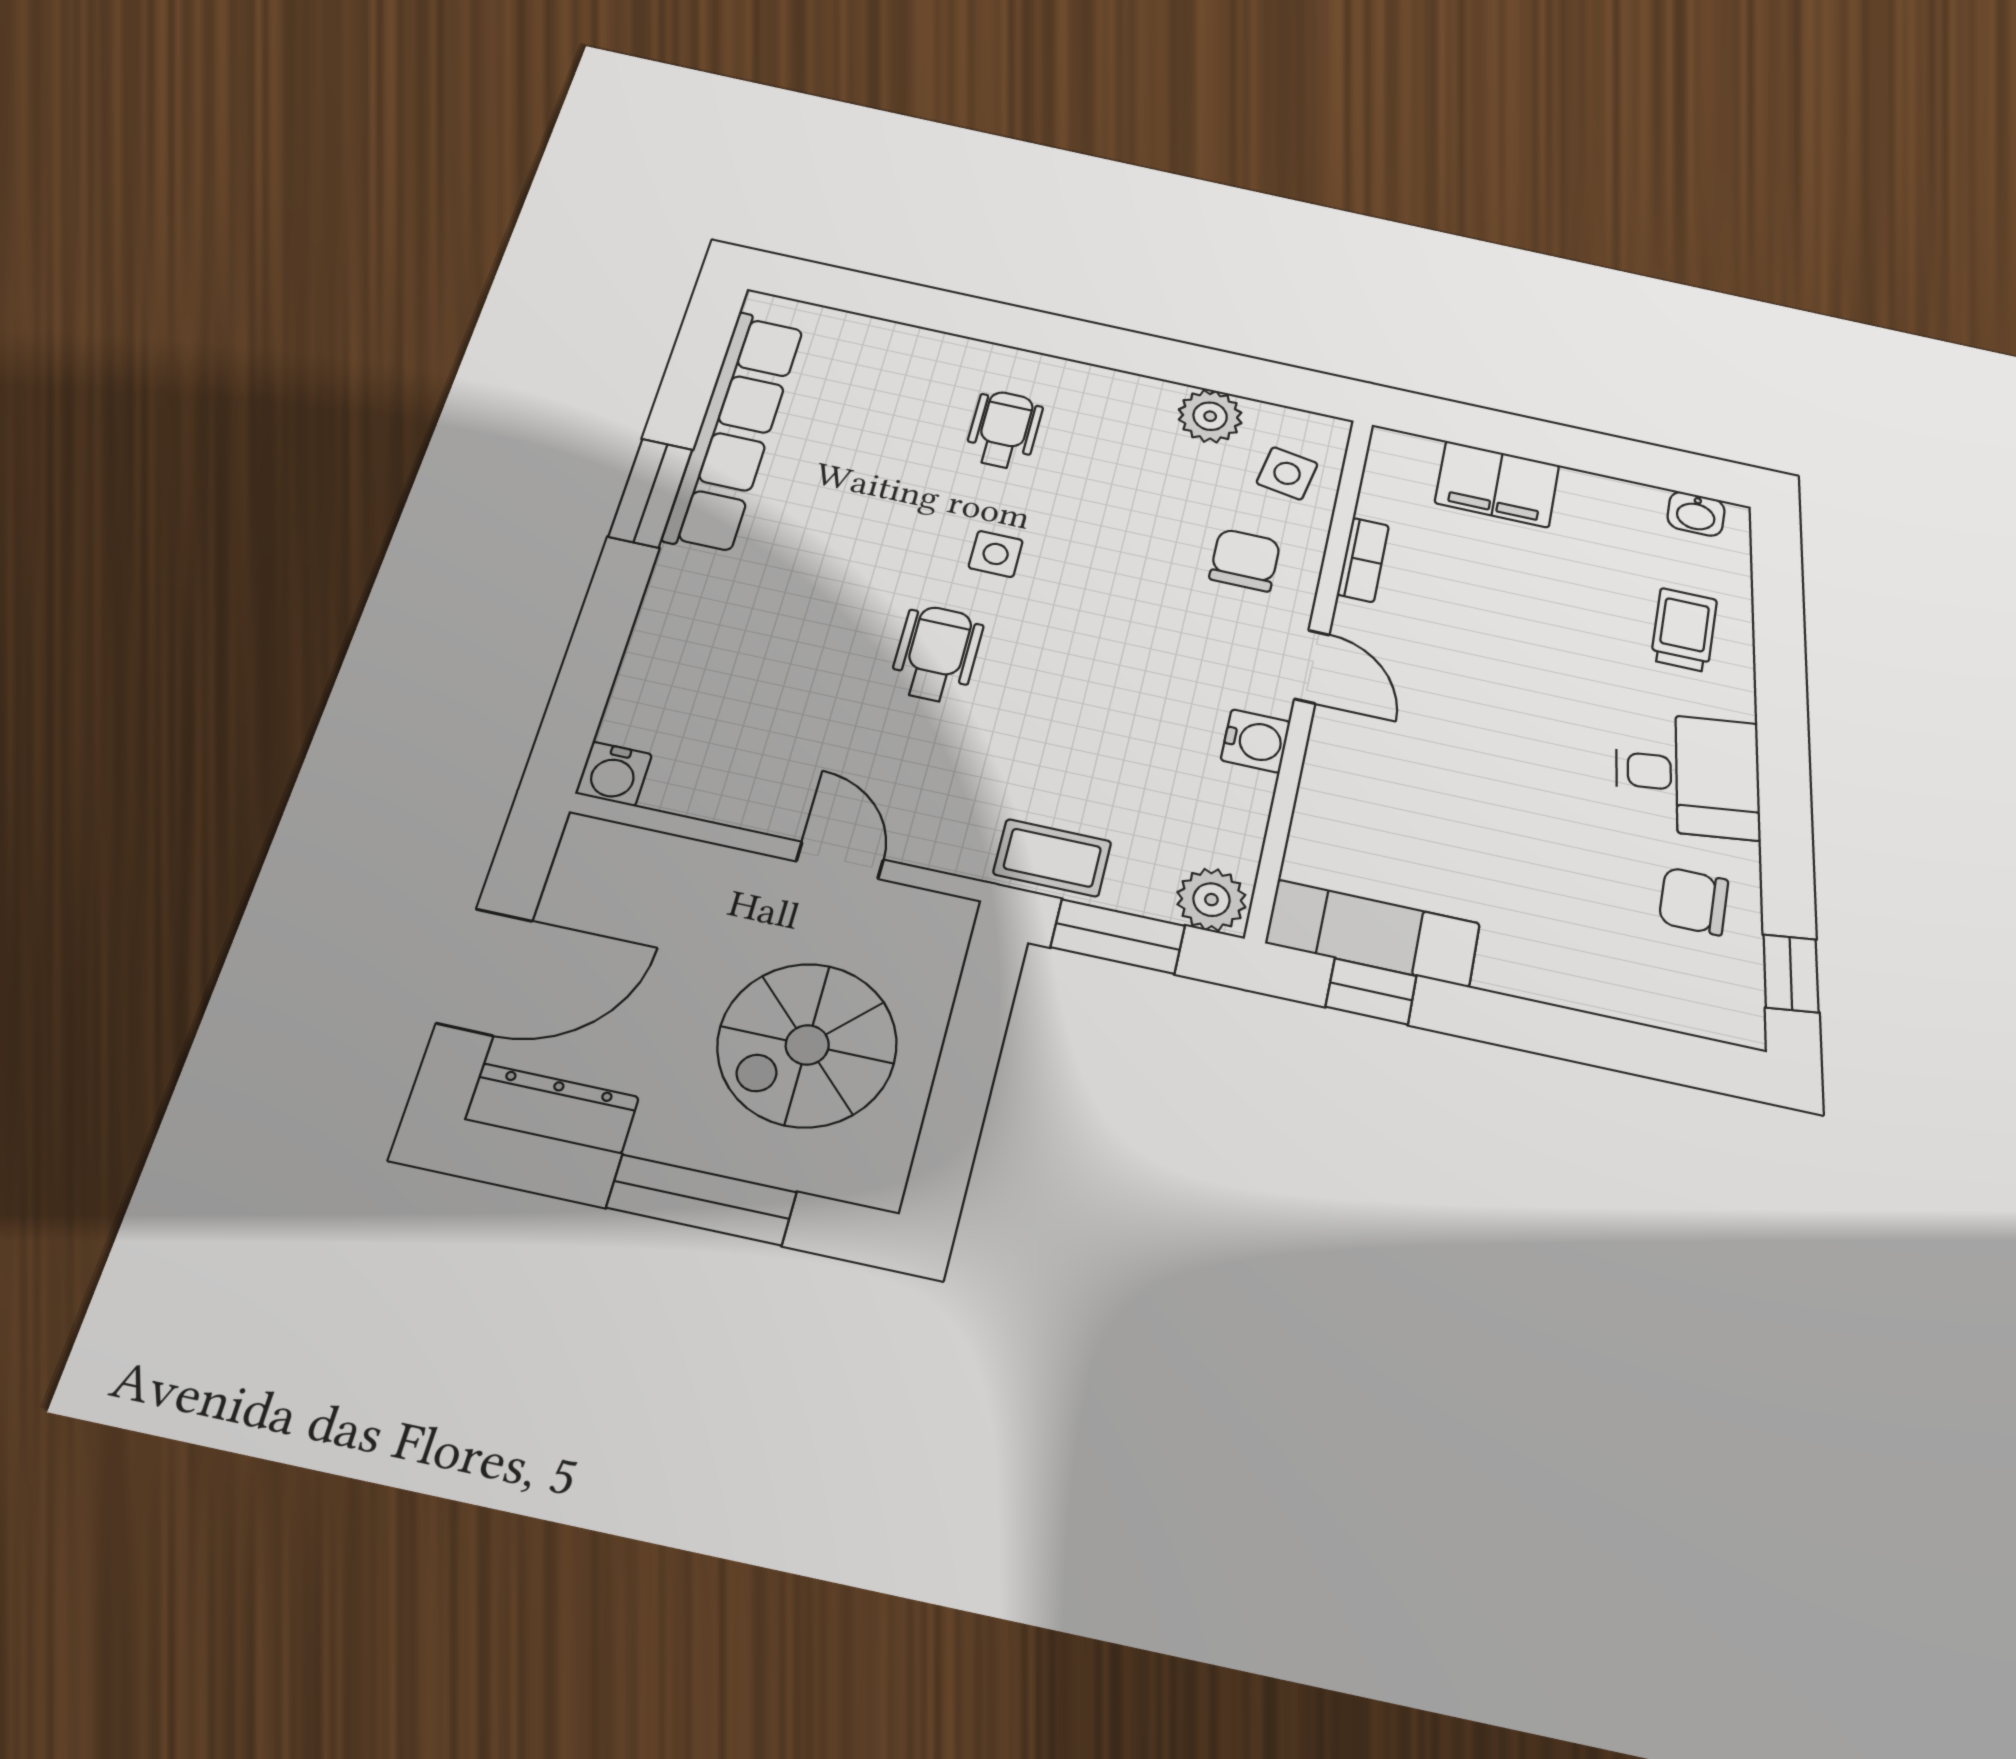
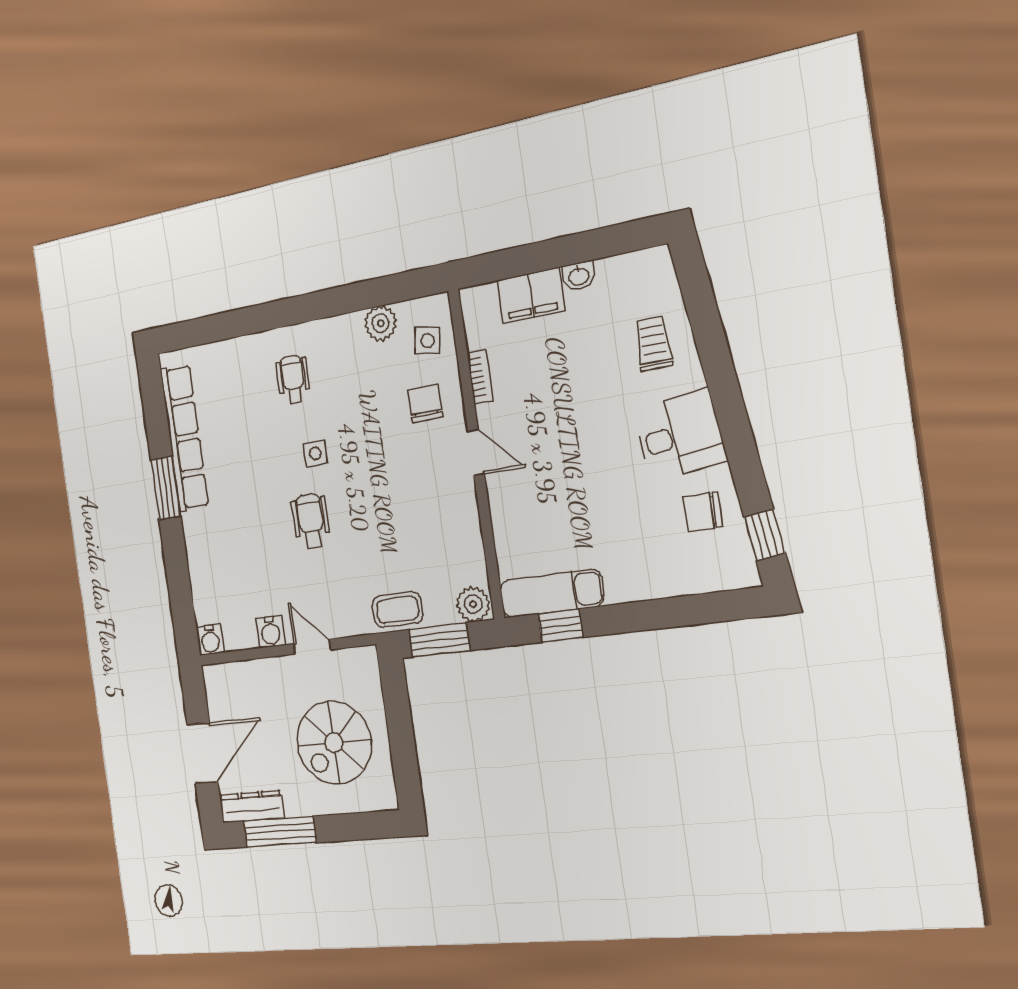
washbasin: (1696, 514) -> (579, 276), moved
water cooler: (1256, 741) -> (270, 632), moved, turned 90
window: (702, 1200) -> (280, 832), moved

